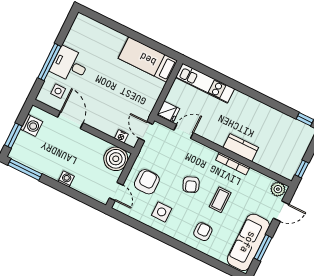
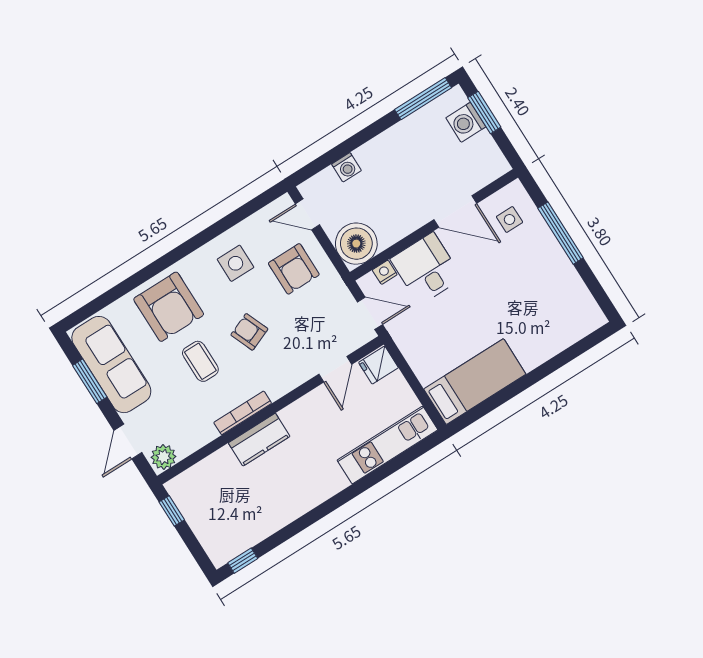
desk: (70, 65) -> (426, 269), moved, turned -90
washing machine: (32, 125) -> (466, 122), moved
washing machine: (66, 179) -> (346, 167), moved
armchair: (203, 232) -> (169, 307), width x1.88, depth x1.88

